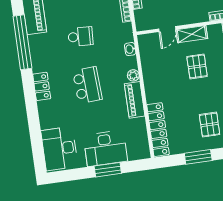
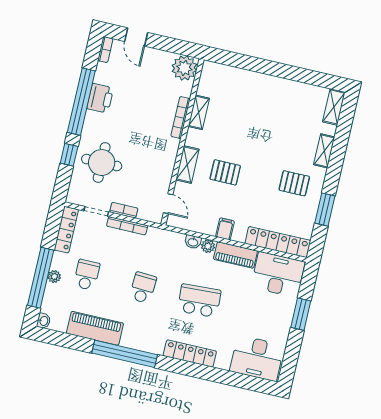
door: (167, 29) -> (168, 204), moved
washbasin: (130, 49) -> (193, 242), moved
filing cabinet: (152, 84) -> (225, 229), added
locker: (42, 86) -> (190, 353), width x1.53
desk: (105, 148) -> (278, 275), moved, turned -90

